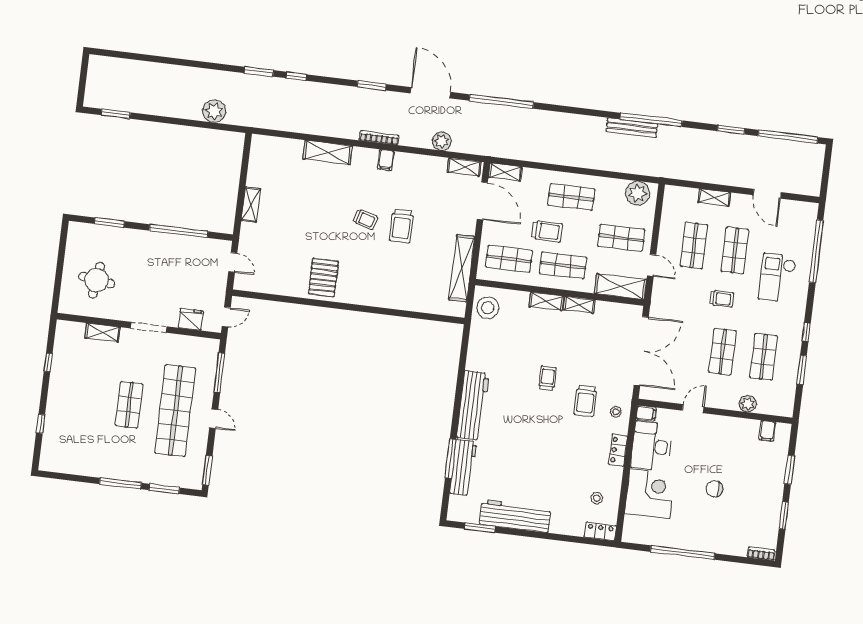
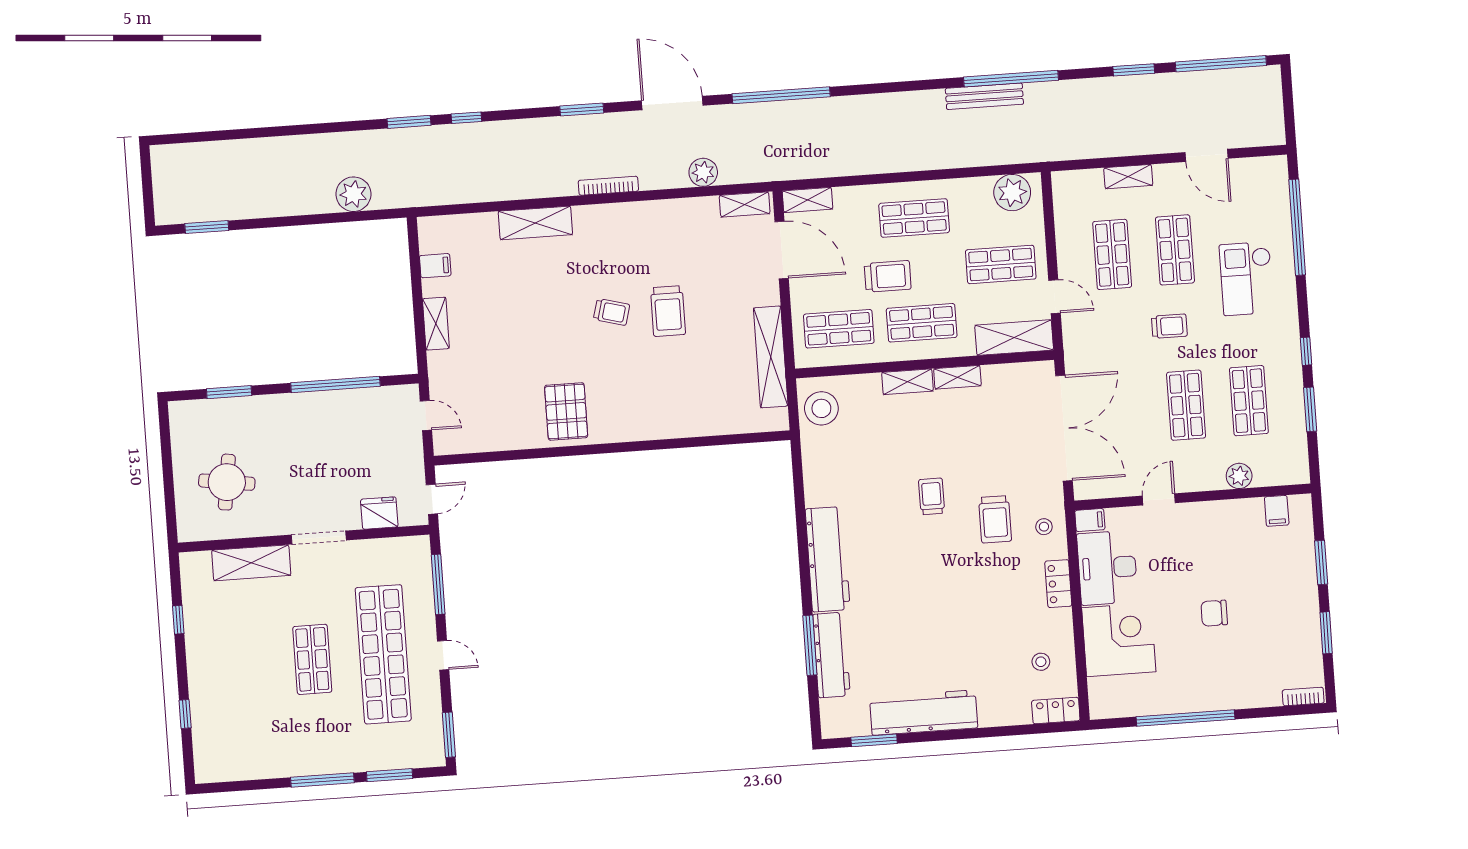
filing cabinet: (386, 160) -> (435, 266), moved, turned -90
shelving: (102, 333) -> (251, 563), width x1.50, depth x1.33

